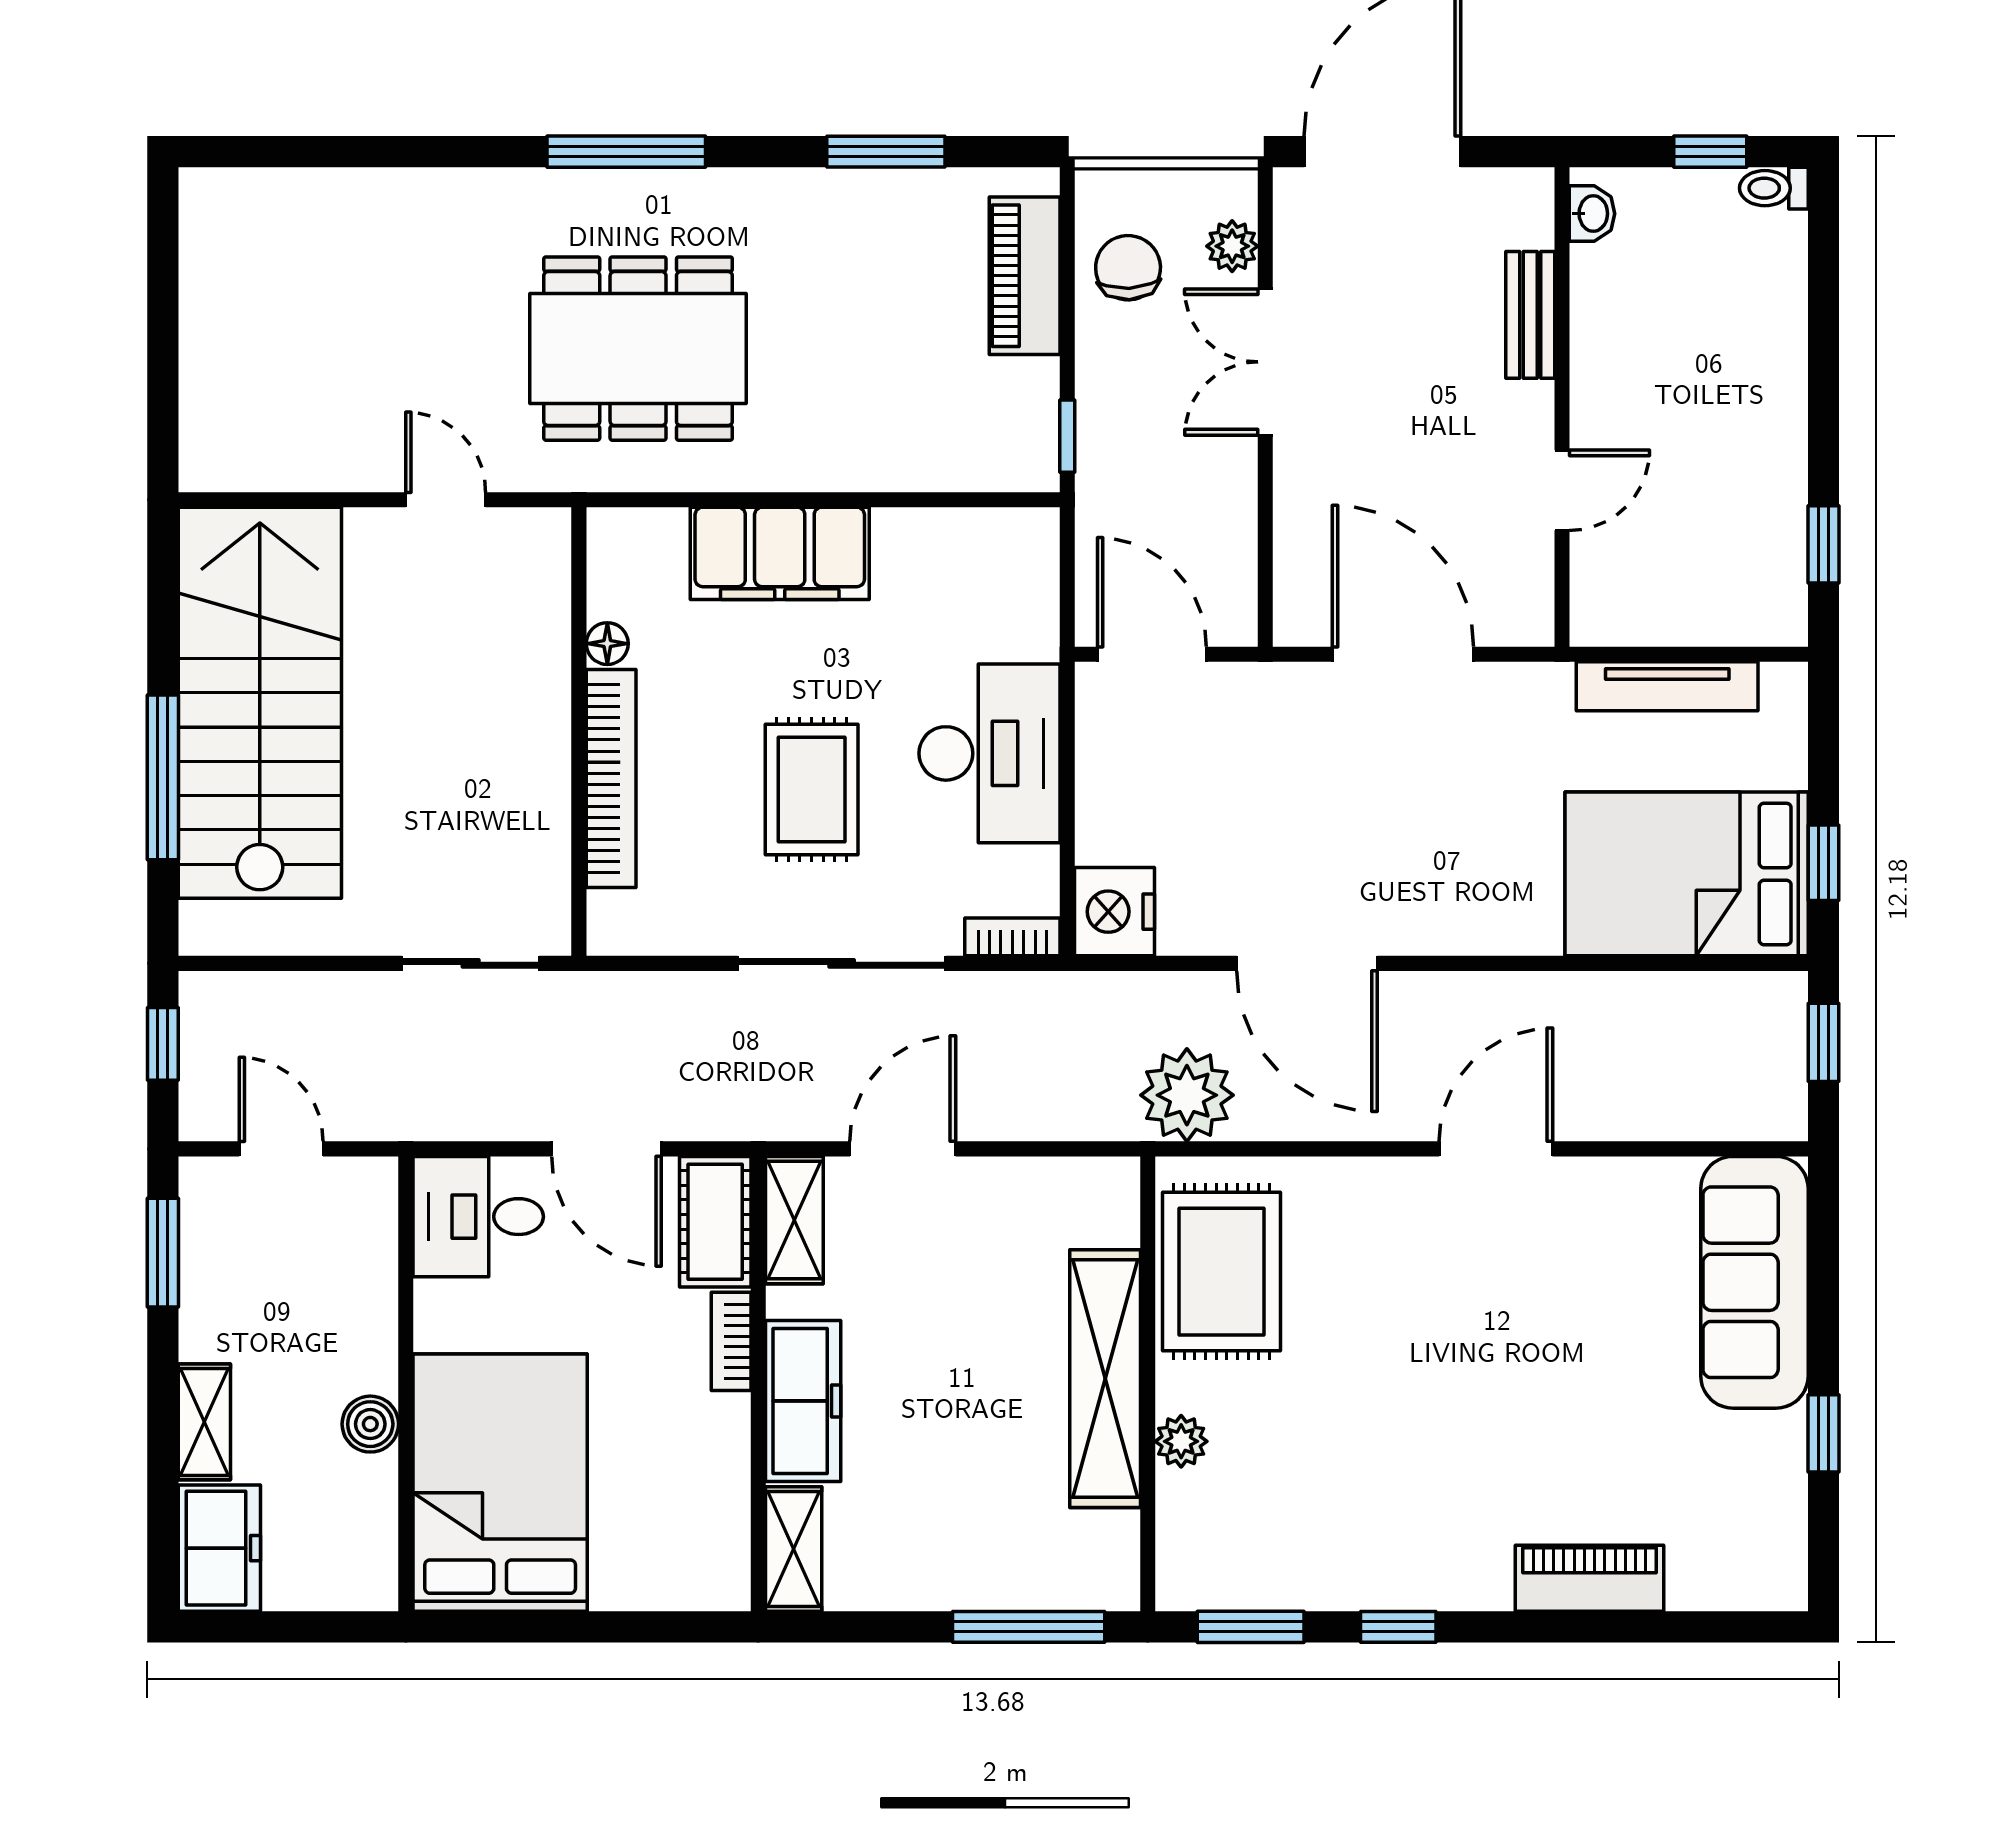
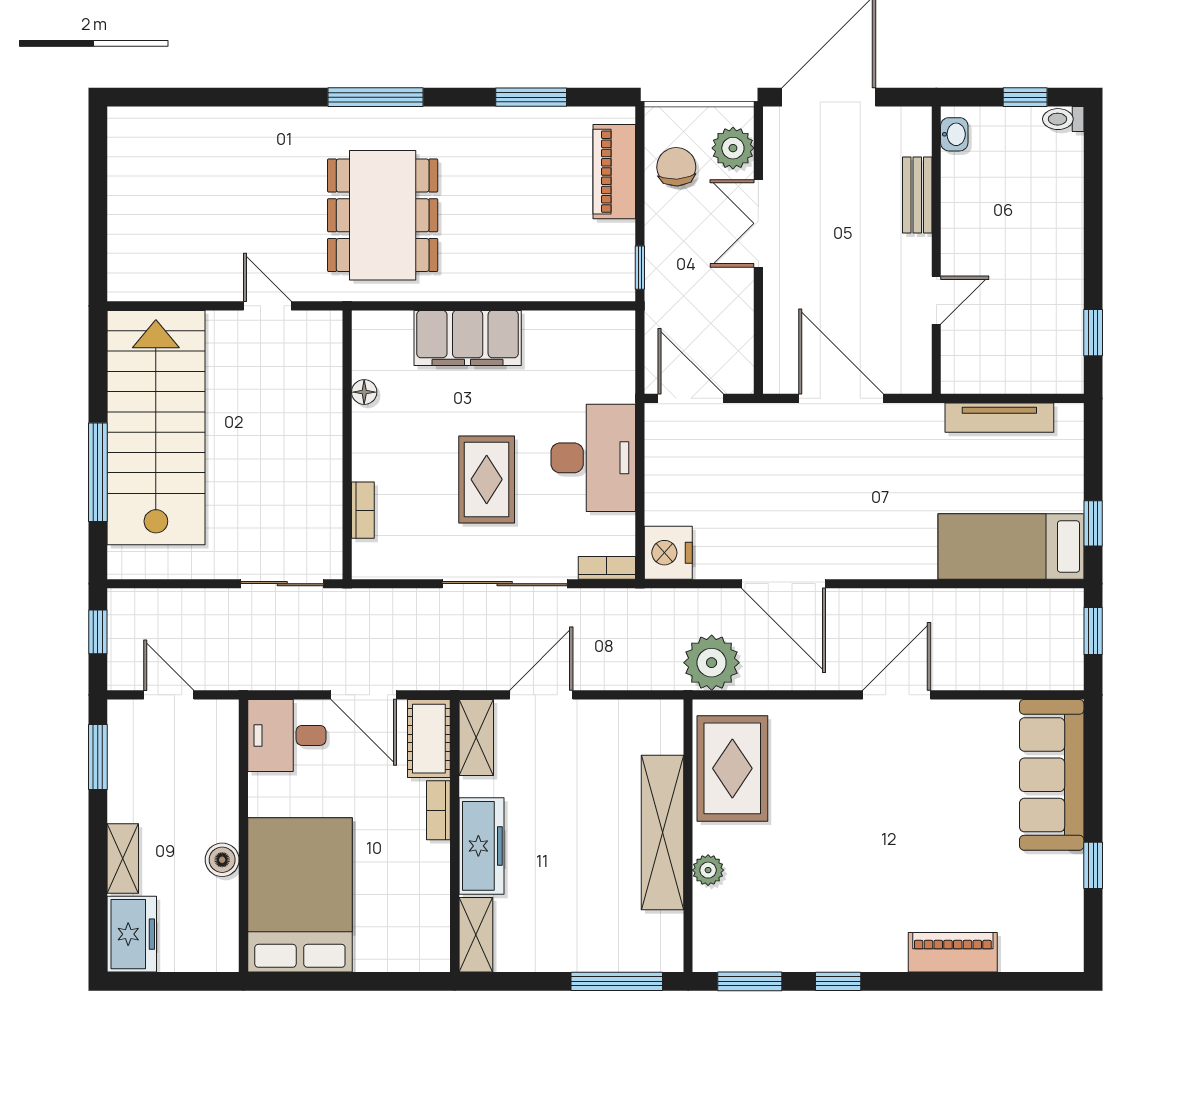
plant: (1232, 246) -> (733, 148), width x1.38, depth x1.38
dining table: (638, 349) -> (383, 215), turned 90
bookcase: (611, 779) -> (363, 510), width x0.43, depth x0.76
bed: (1687, 874) -> (1011, 546), width x0.67

